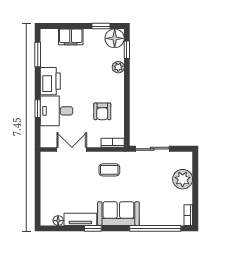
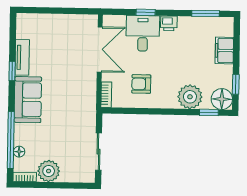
plant: (118, 67) -> (190, 97), width x1.88, depth x1.88
printer: (50, 81) -> (169, 23), width x0.53, depth x0.68
double door: (72, 149) -> (100, 49), width x1.37
sliding door: (152, 149) -> (99, 152), moved
coffee table: (109, 170) -> (76, 90), removed
plant: (183, 179) -> (49, 171), moved
floor lamp: (58, 221) -> (19, 152), moved

